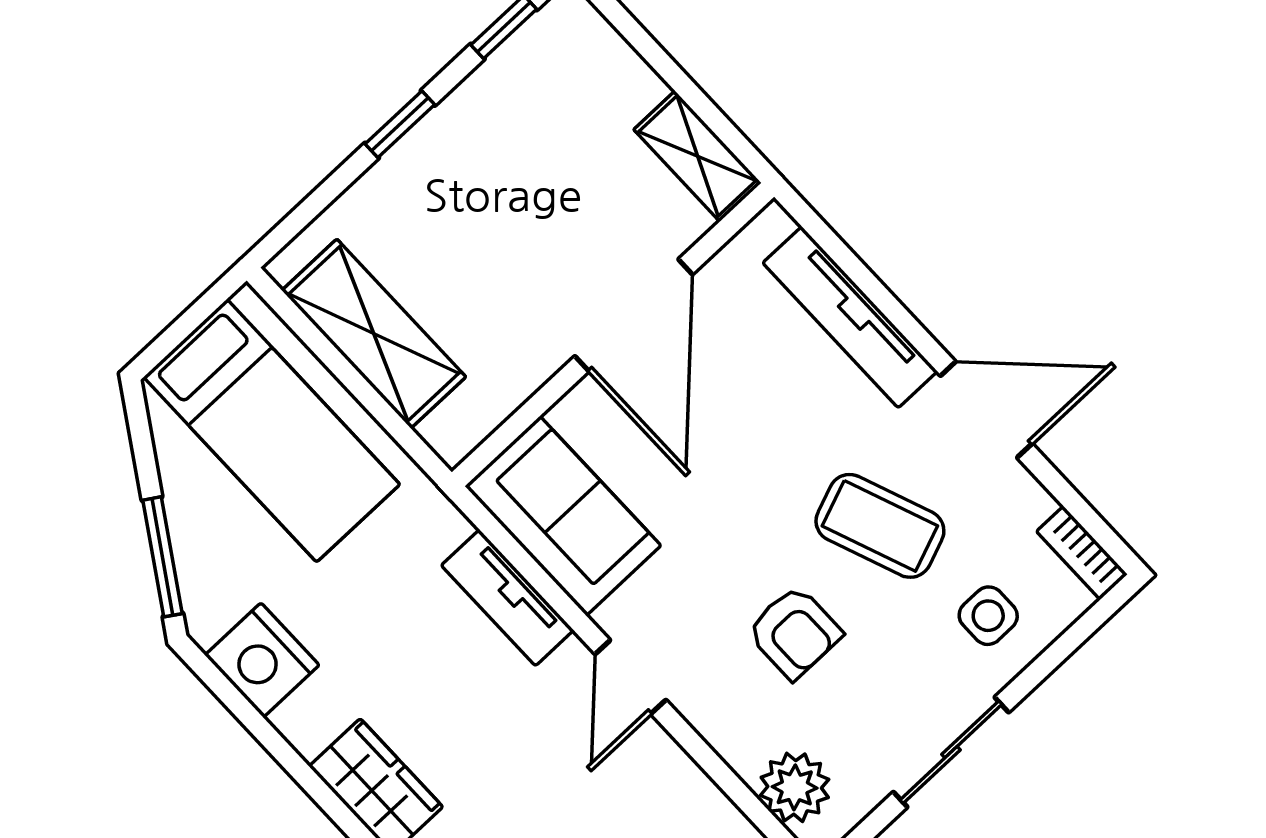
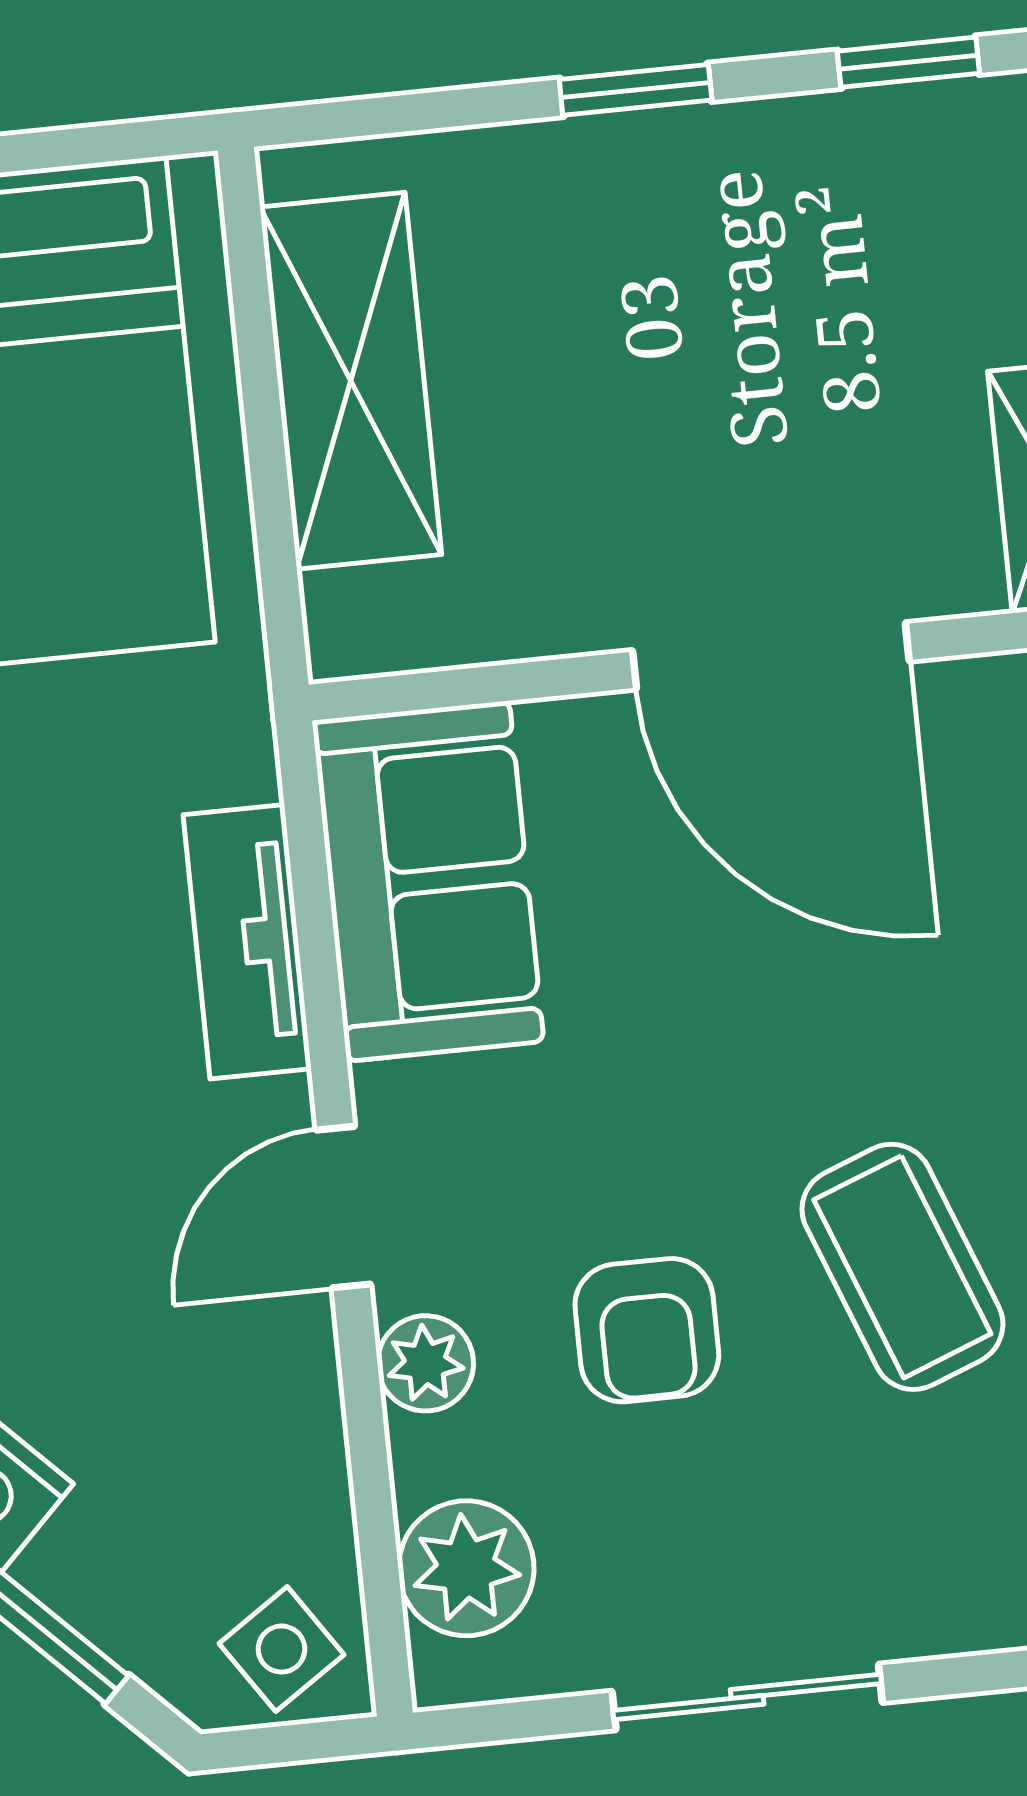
door: (634, 315) -> (771, 656), hinge flipped
side table: (988, 616) -> (964, 1531), removed
plant: (713, 716) -> (425, 1363), added

